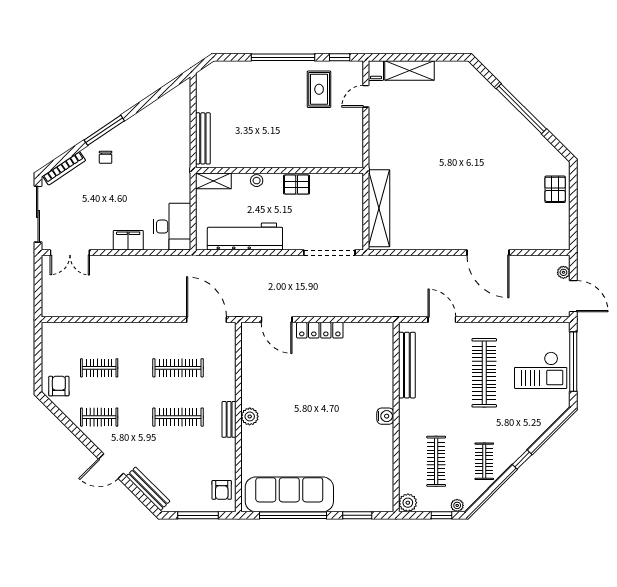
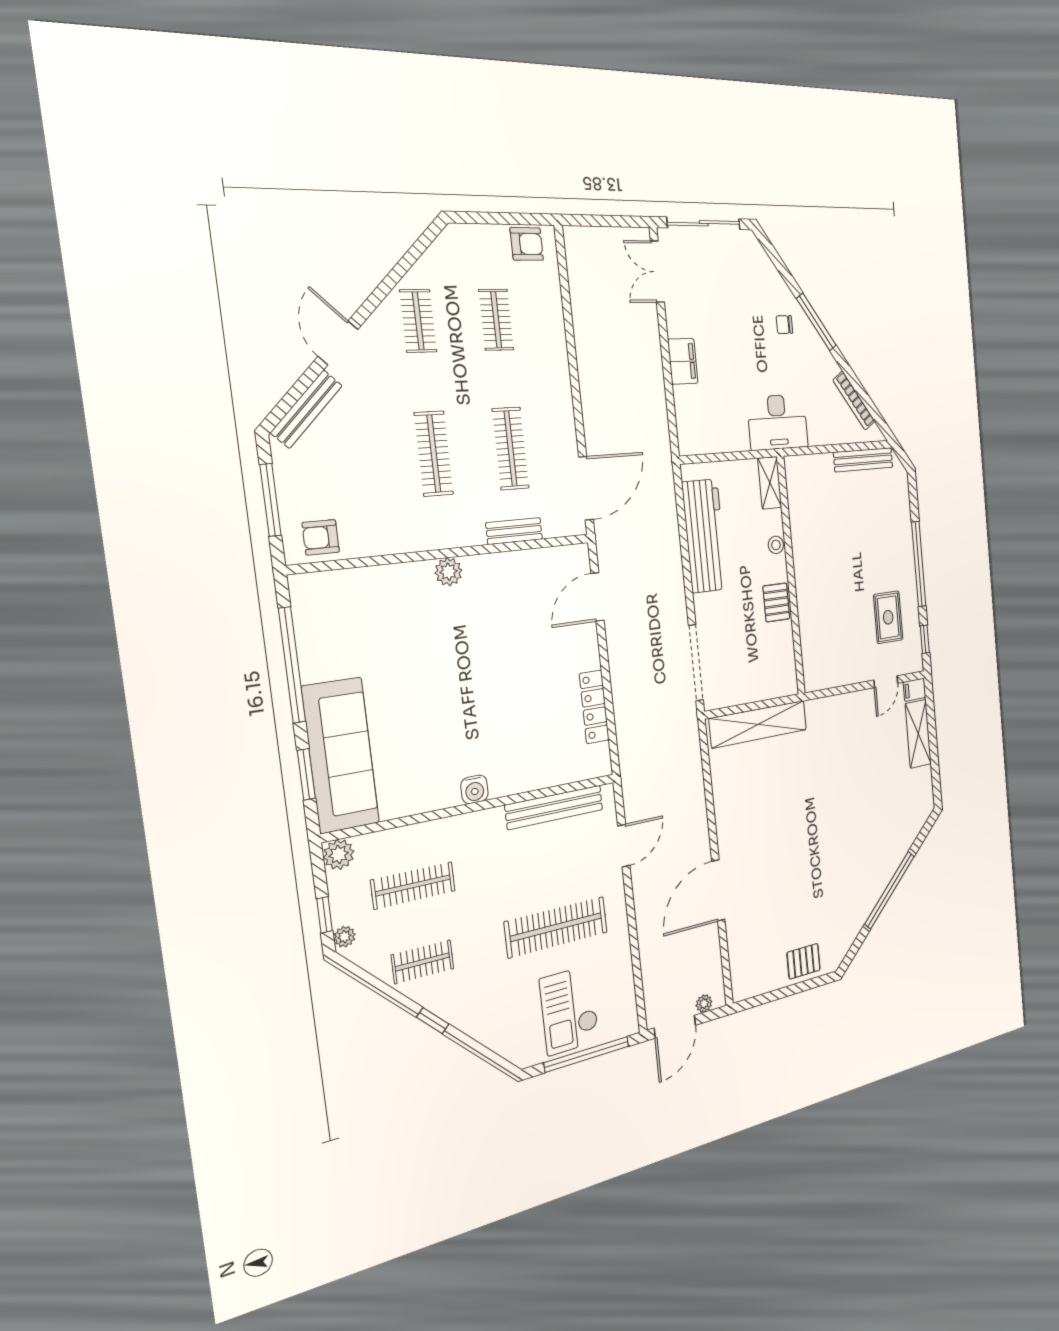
rug: (319, 89) -> (888, 617), turned 90
door: (366, 96) -> (886, 682), swing flipped
bench: (203, 138) -> (863, 460), moved
bookcase: (64, 168) -> (854, 401), moved
desk: (172, 227) -> (778, 422), moved
locker: (320, 330) -> (594, 707), moved
armchair: (59, 386) -> (527, 244), moved
bench: (229, 419) -> (514, 531), moved
sofa: (289, 494) -> (341, 755), moved

